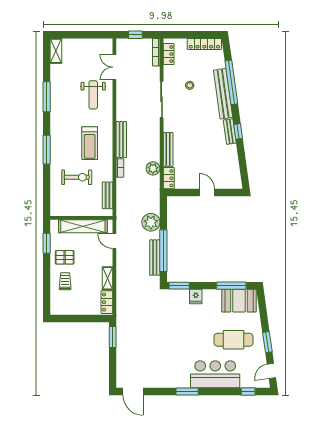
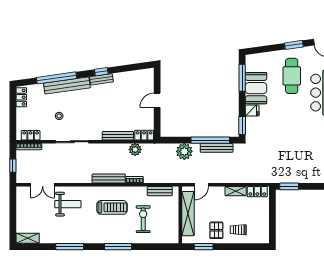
locker: (204, 44) -> (21, 97), width x0.66
booth: (239, 301) -> (256, 88), moved

